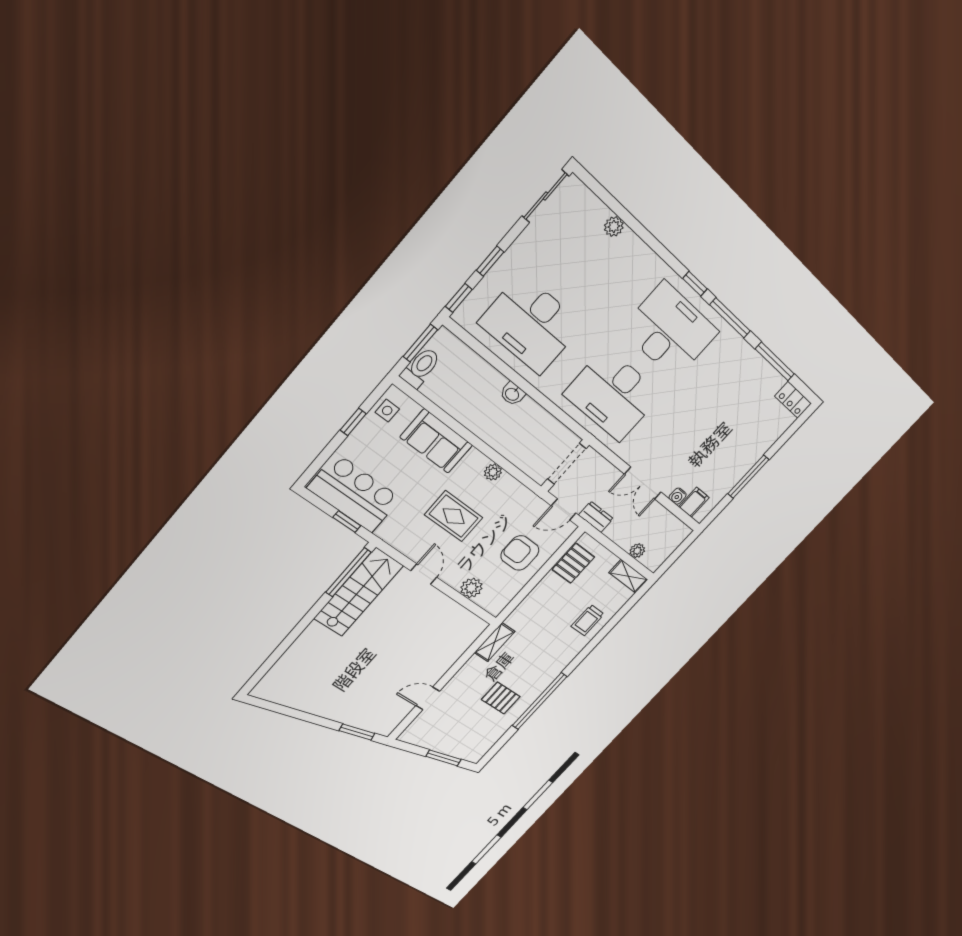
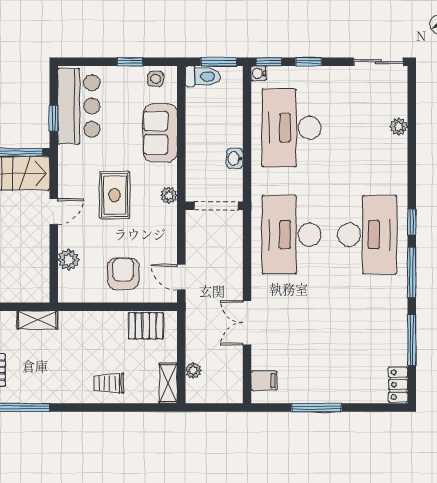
doorway: (567, 464) -> (216, 206), moved
wall: (565, 466) -> (214, 206), moved
water cooler: (678, 496) -> (259, 73), moved
dresser: (596, 517) -> (194, 309), removed

